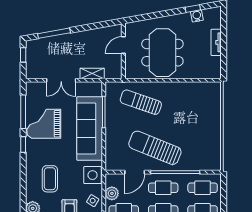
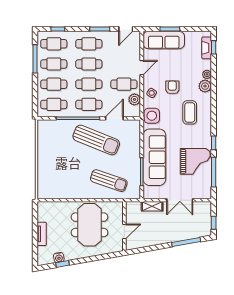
double door: (61, 80) -> (180, 200), swing flipped

